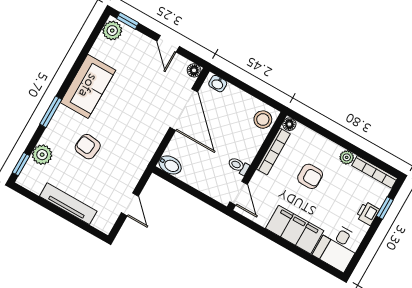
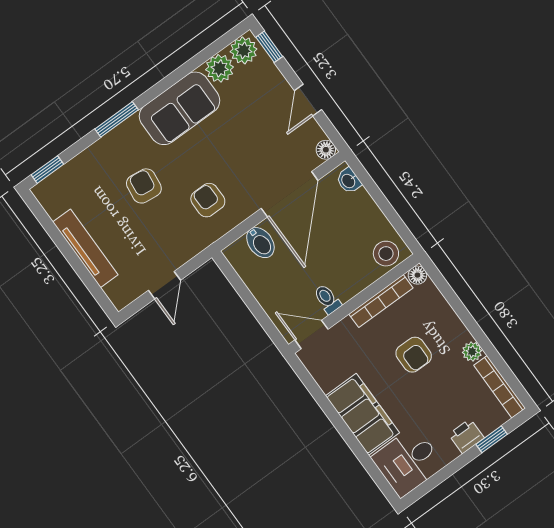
armchair: (133, 137) -> (208, 200), added
plant: (42, 155) -> (220, 68), moved
bidet: (170, 165) -> (260, 243), moved
door: (239, 193) -> (311, 335), swing flipped

